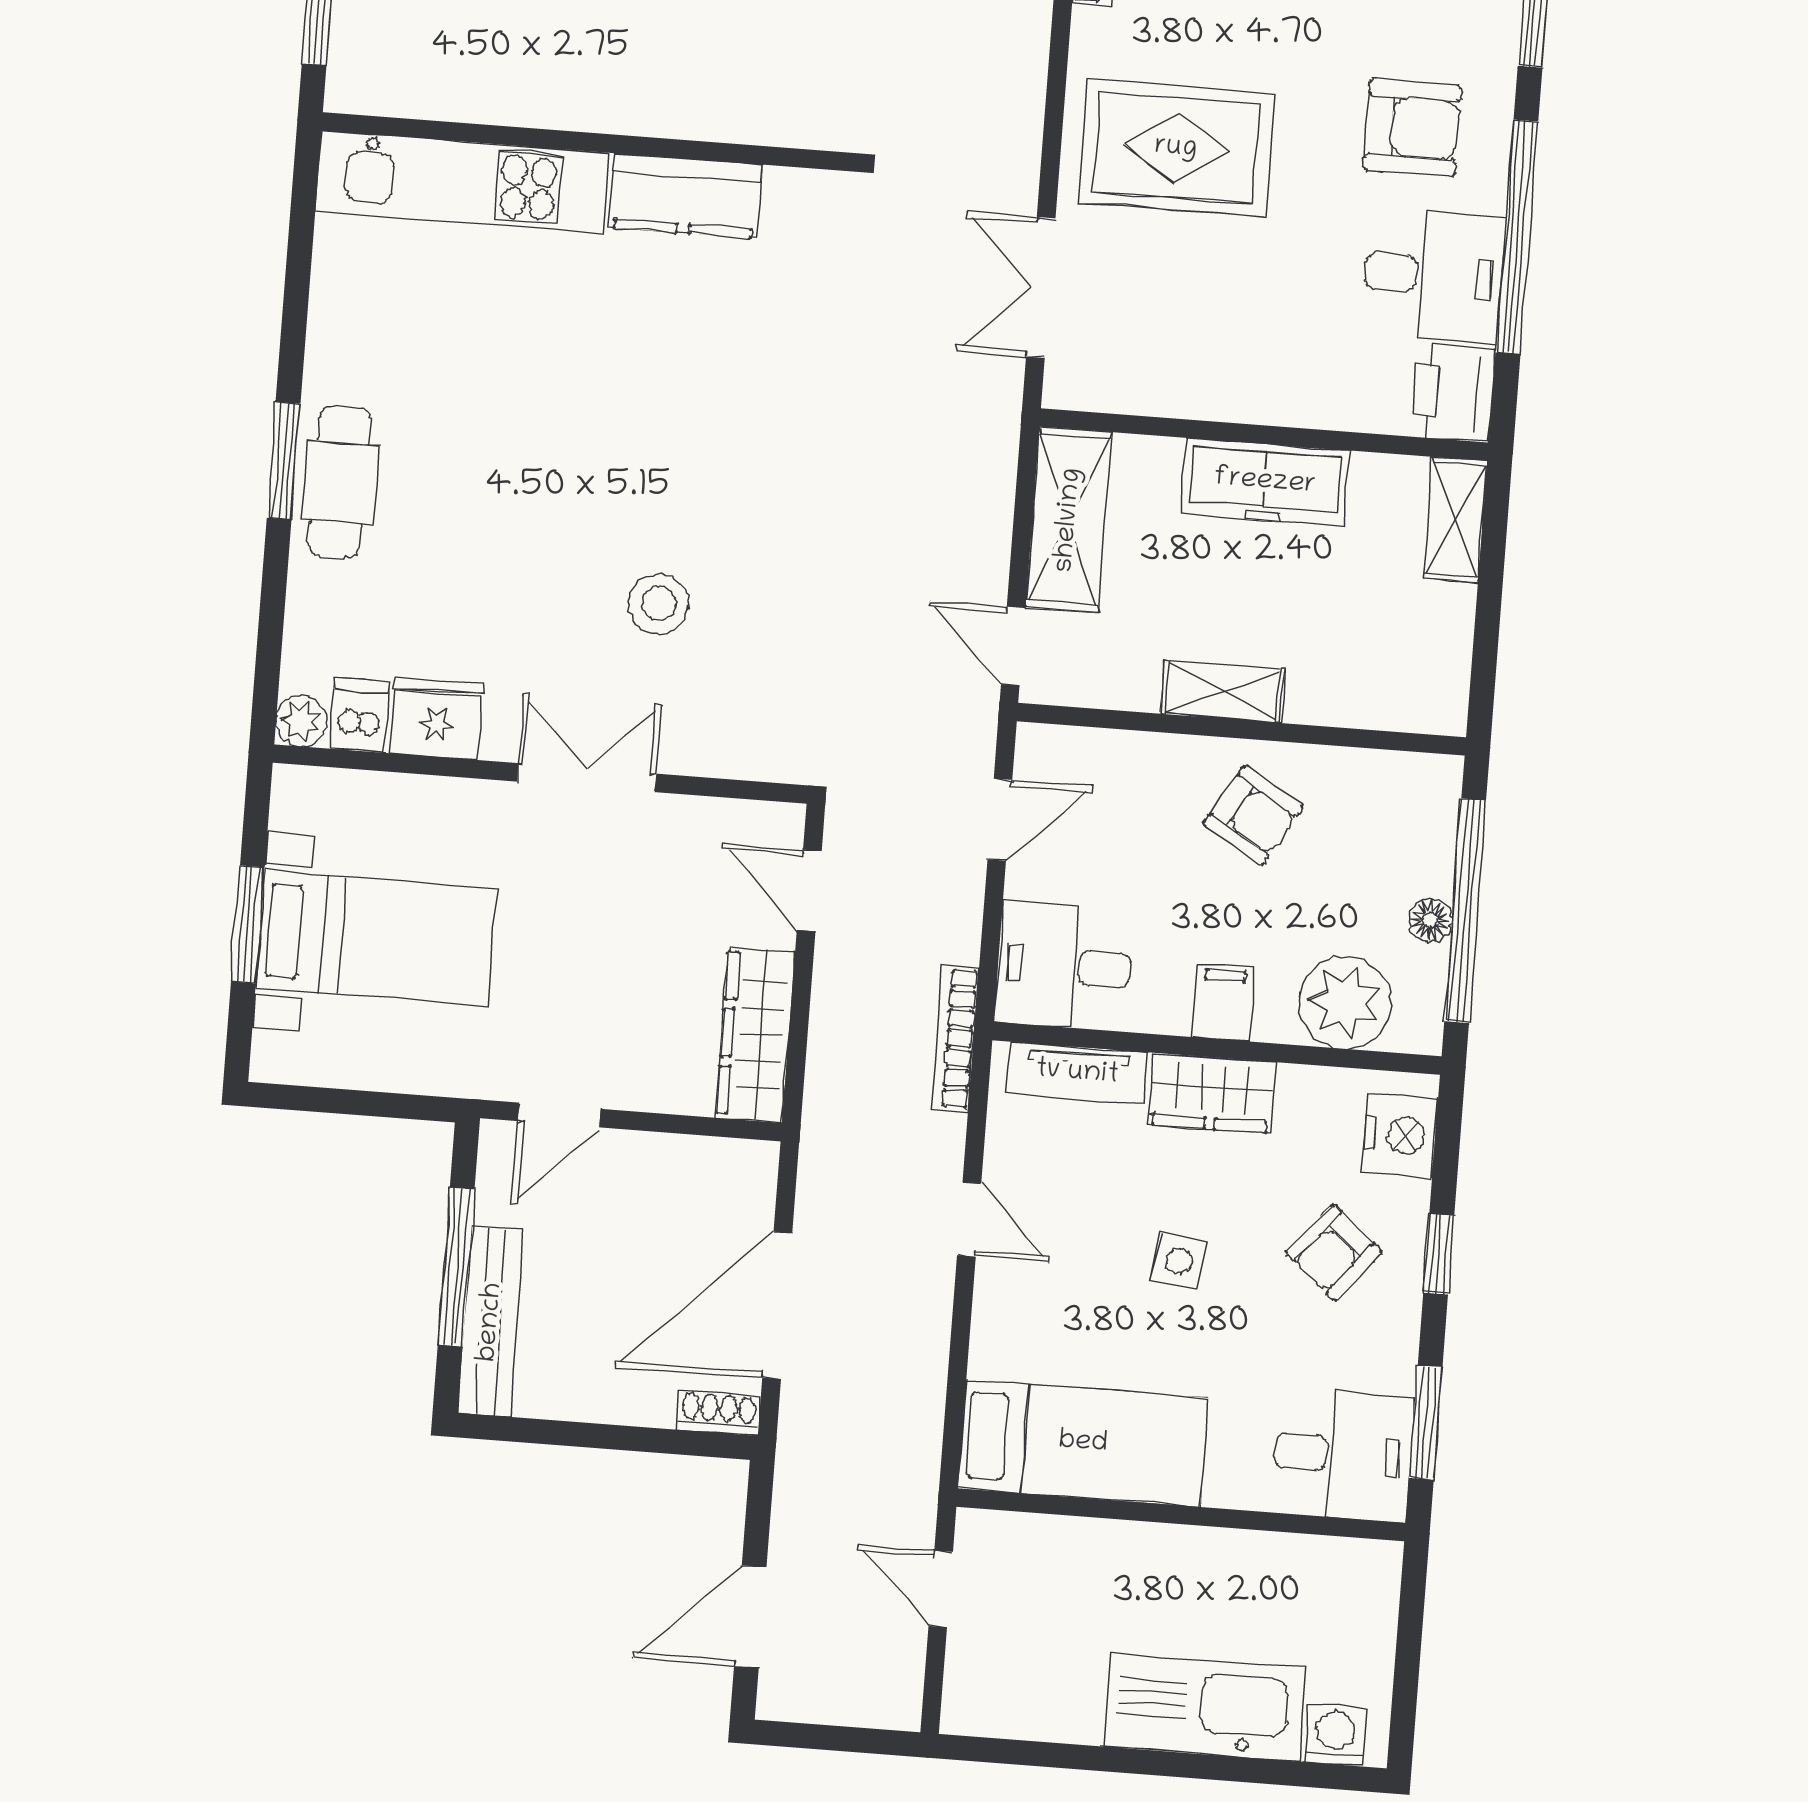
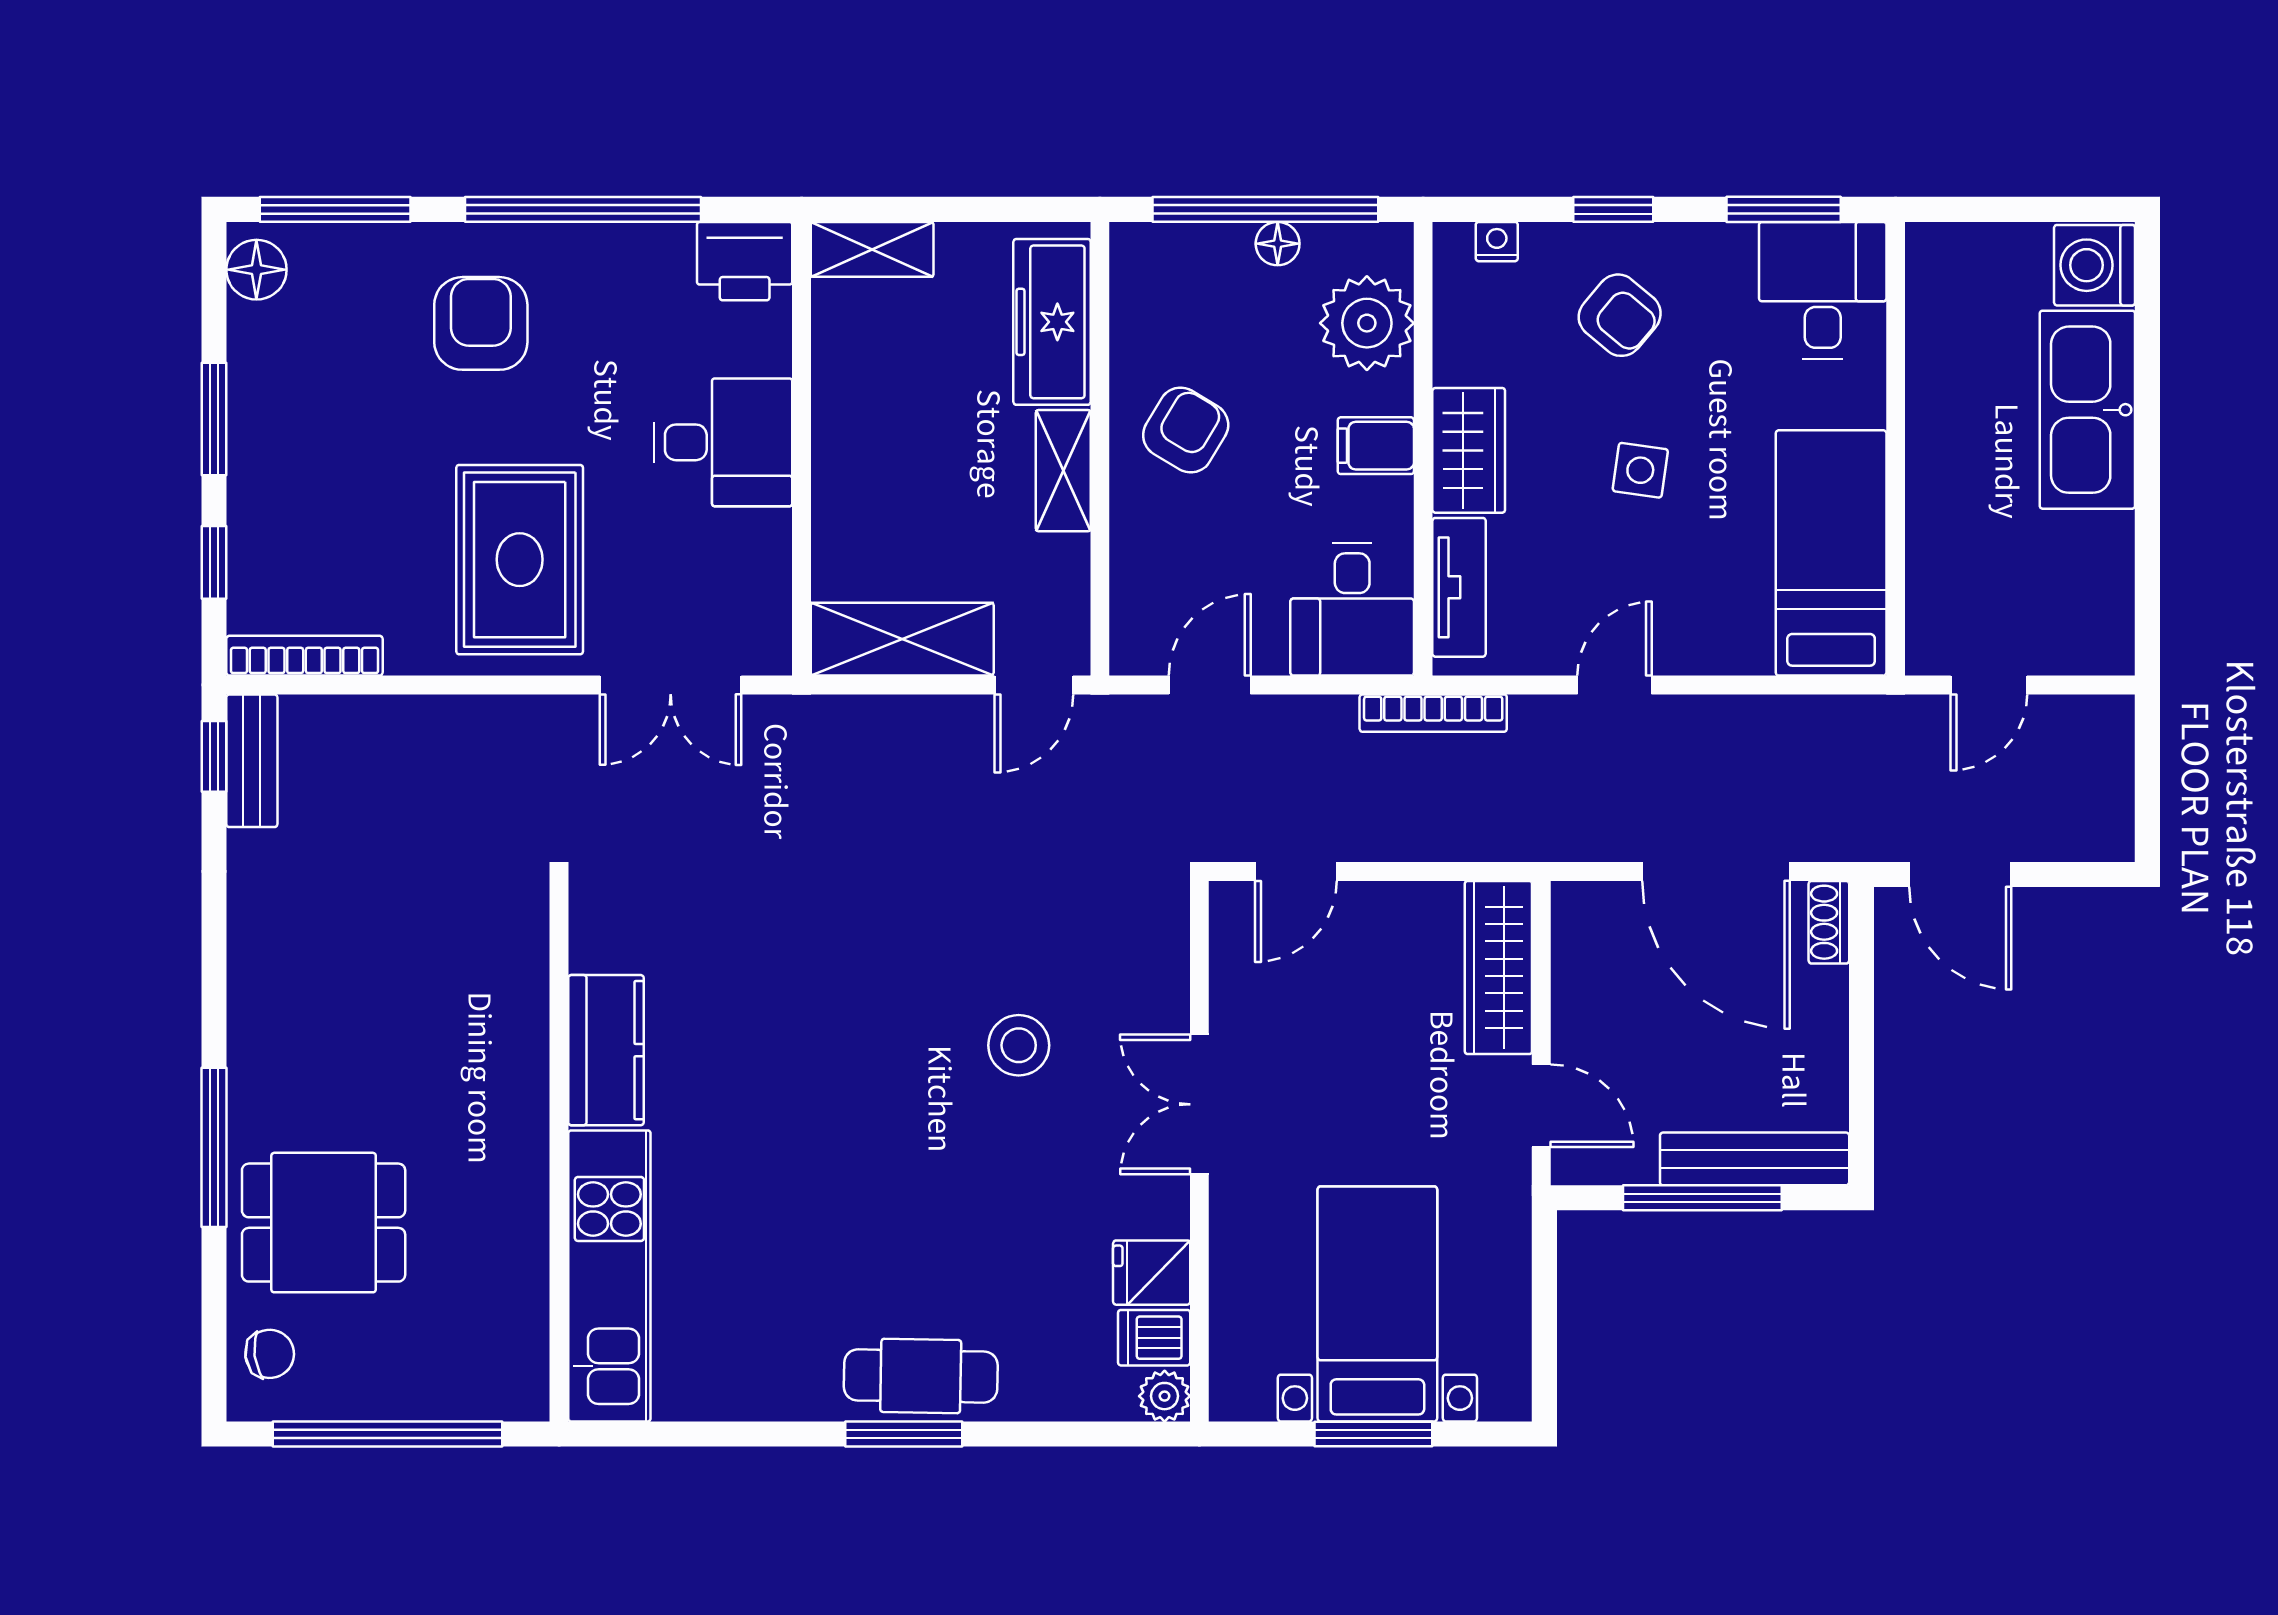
desk: (1433, 275) -> (723, 442), moved, turned 90
freezer: (1265, 482) -> (1052, 322), moved, turned 180
fridge: (436, 719) -> (1152, 1273), width x0.72
door: (1000, 820) -> (1210, 685), hinge flipped
wardrobe: (756, 1035) -> (1498, 967), moved, turned 90
nightstand: (1400, 1136) -> (1497, 242), width x0.53, depth x0.56
door: (750, 1617) -> (1960, 875), moved
washing machine: (1335, 1735) -> (2095, 265), width x1.38, depth x1.38

